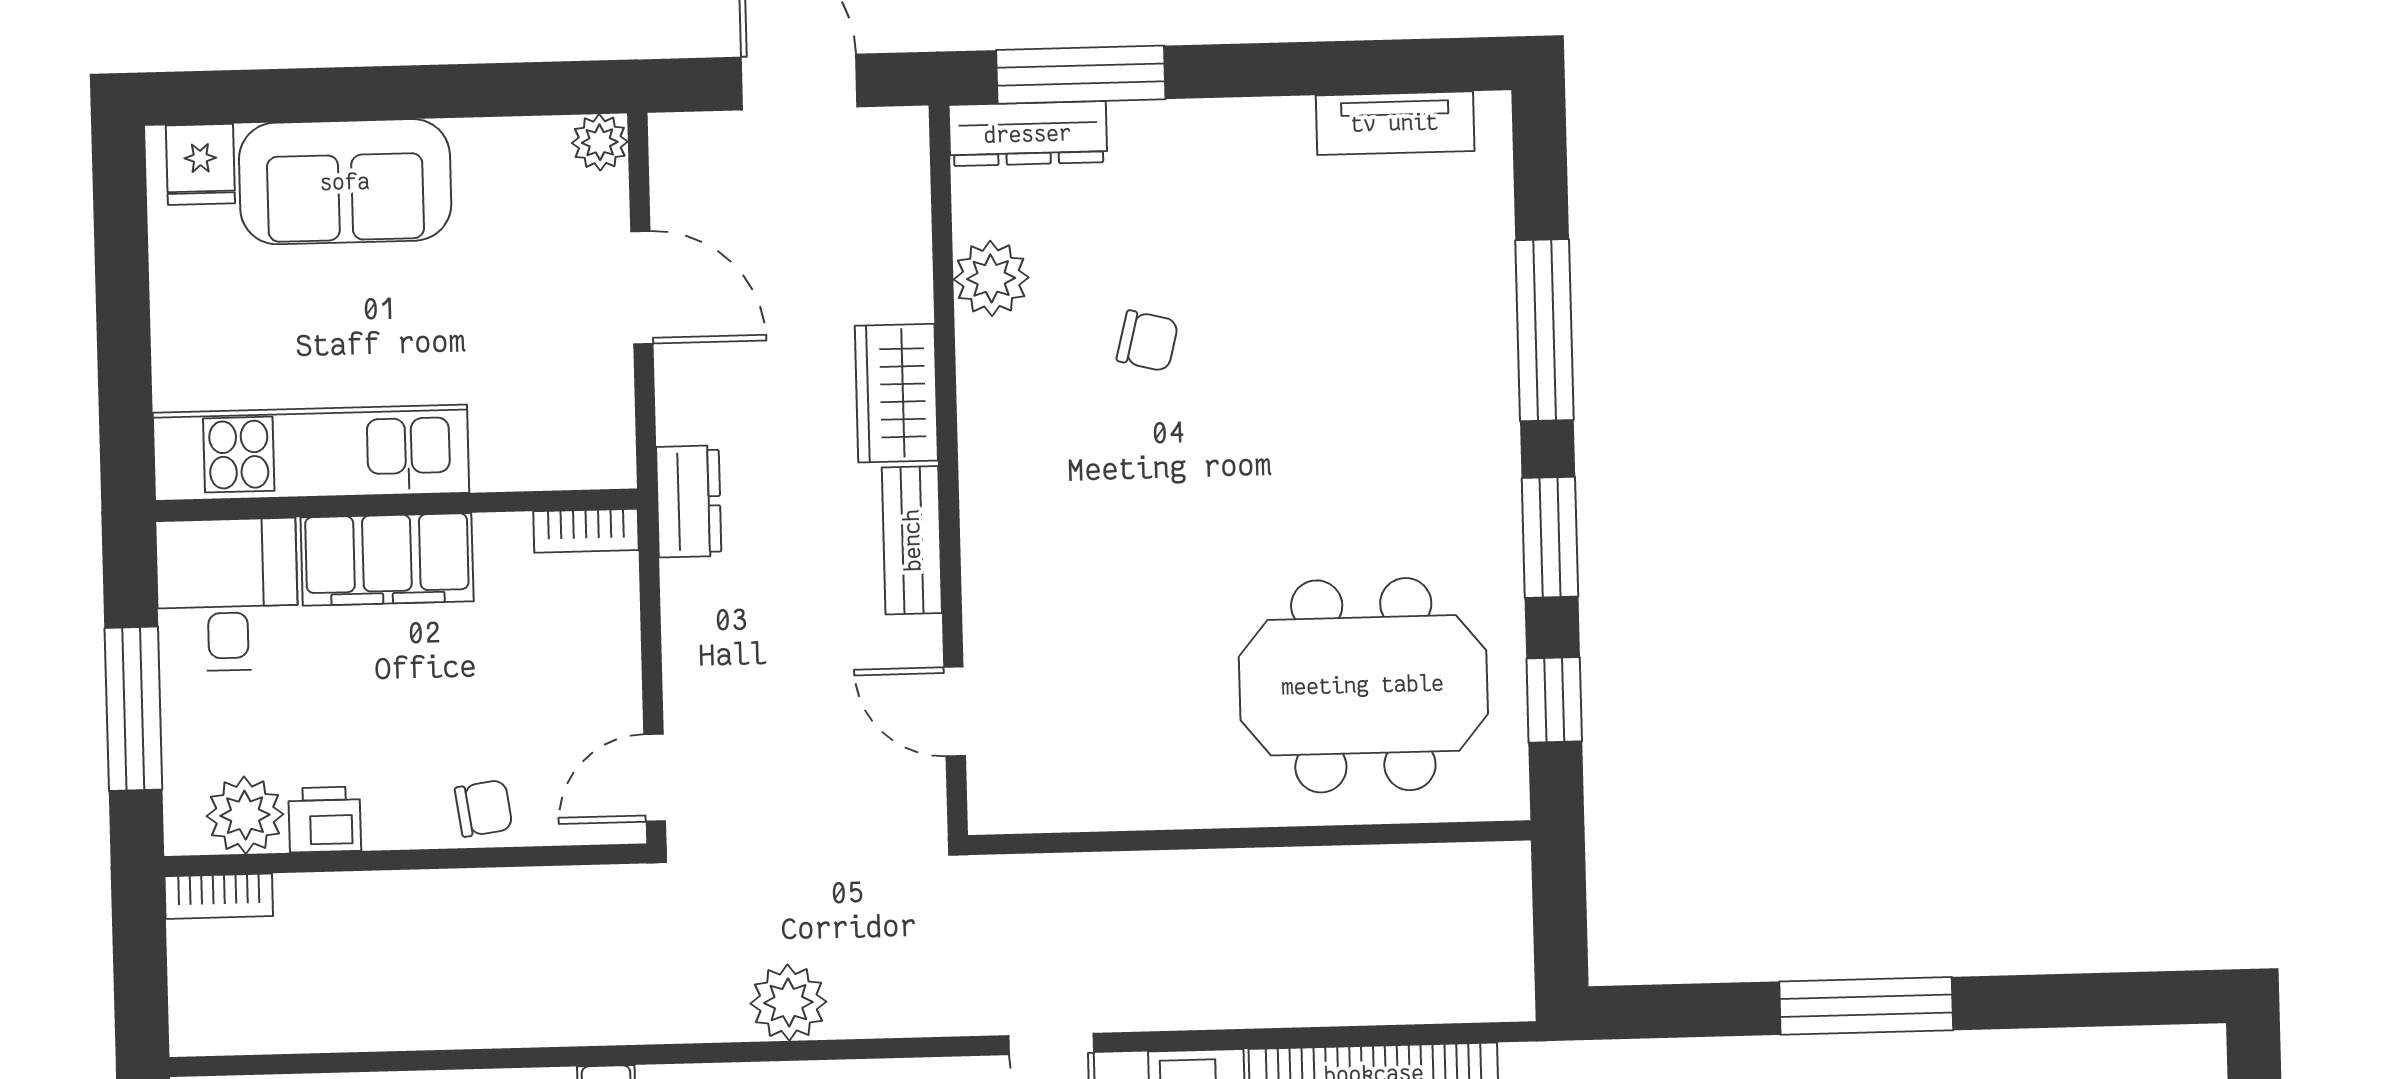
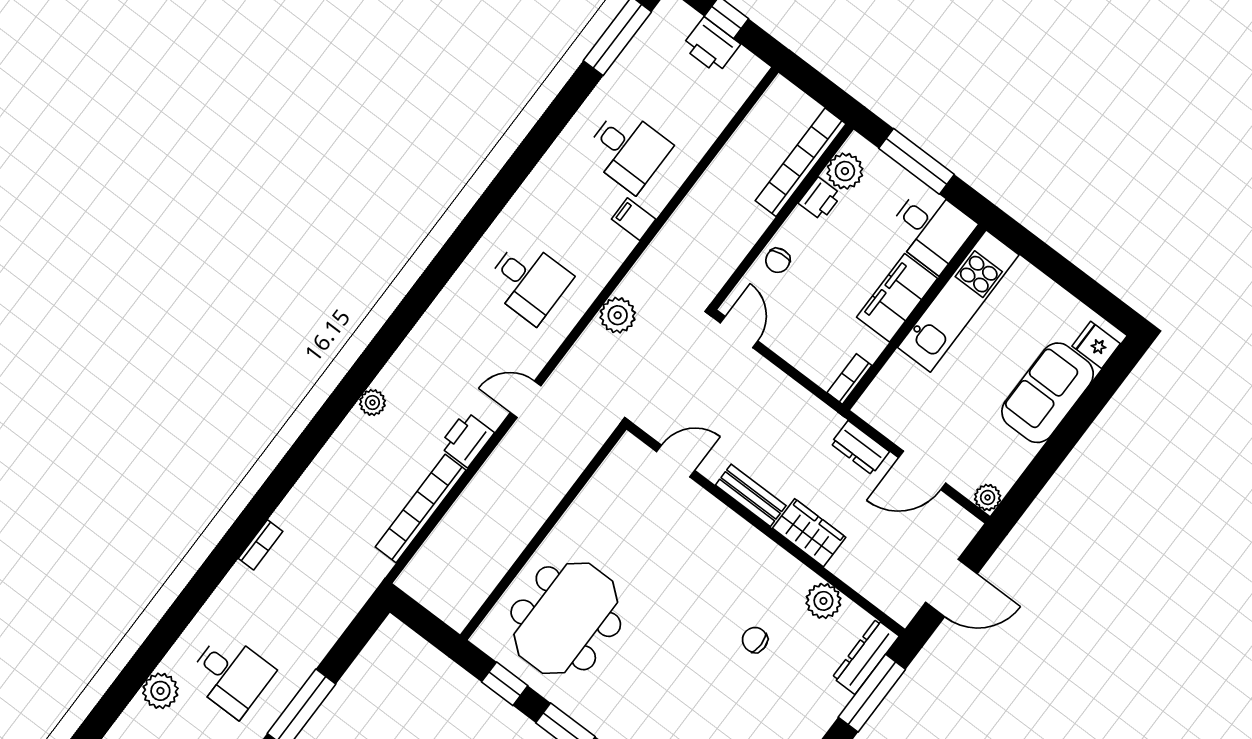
chair: (1147, 341) -> (755, 640), turned 76
dresser: (689, 501) -> (860, 448), moved
bookcase: (219, 896) -> (801, 162), width x2.31, depth x1.31

